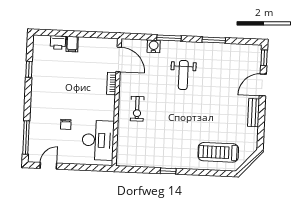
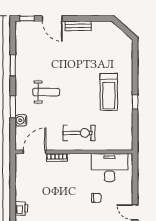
filing cabinet: (72, 44) -> (22, 195), removed
exercise bike: (137, 109) -> (79, 133), width x1.38, depth x1.39
treadmill: (218, 152) -> (109, 92), moved

